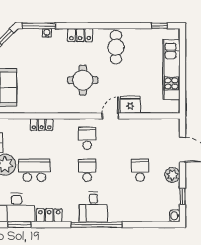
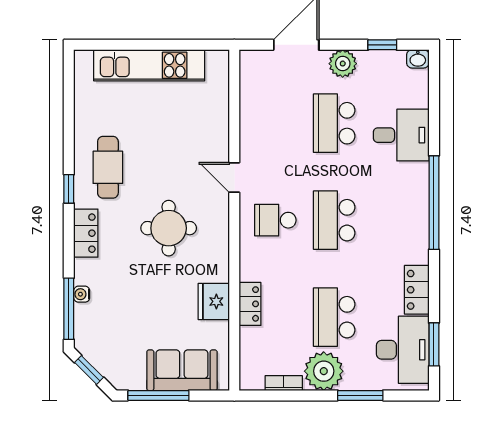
window: (159, 26) -> (69, 189), moved
cafe table: (116, 47) -> (108, 167), turned 90
fridge: (130, 105) -> (214, 301), moved
school desk: (87, 170) -> (334, 220), width x1.85
school desk: (140, 170) -> (334, 123), width x1.85
desk: (93, 207) -> (401, 135), moved

